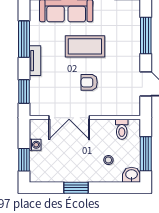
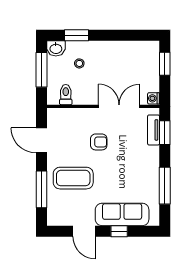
coffee table: (85, 46) -> (73, 178), moved
tv unit: (35, 61) -> (154, 130), moved
washing machine: (35, 145) -> (154, 98), moved
window: (76, 188) -> (77, 35), moved

